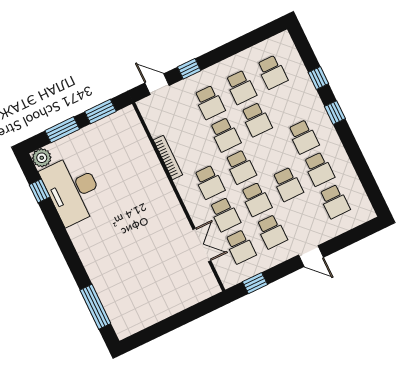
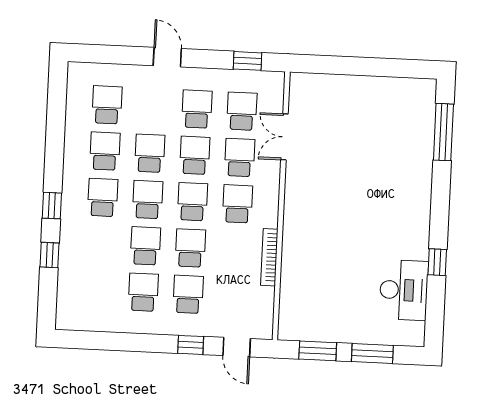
school desk: (272, 72) -> (148, 200), moved
plant: (42, 158) -> (413, 334), removed
desk: (73, 190) -> (404, 290), width x0.73, depth x0.77
window: (40, 191) -> (437, 262), moved

